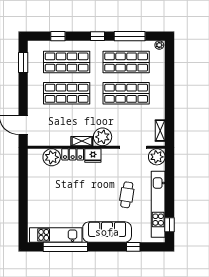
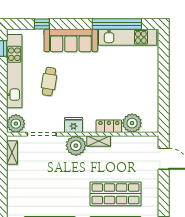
shop shelf: (126, 93) -> (50, 194), removed
fridge: (93, 156) -> (73, 125), moved

